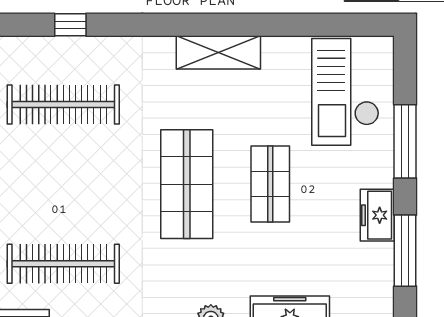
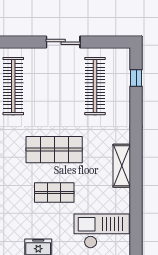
window: (70, 25) -> (136, 78), moved

